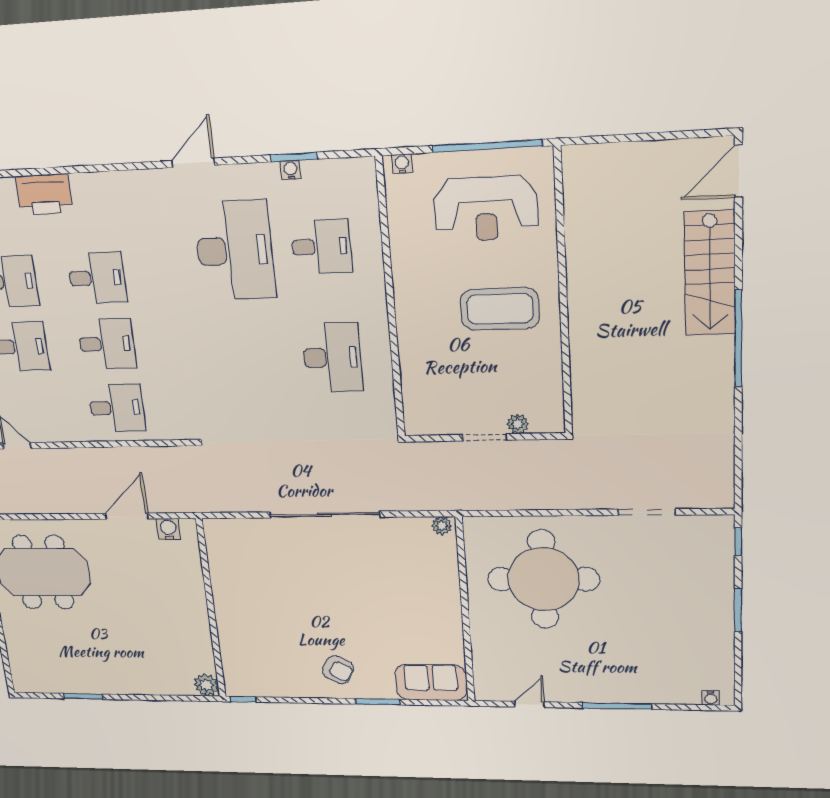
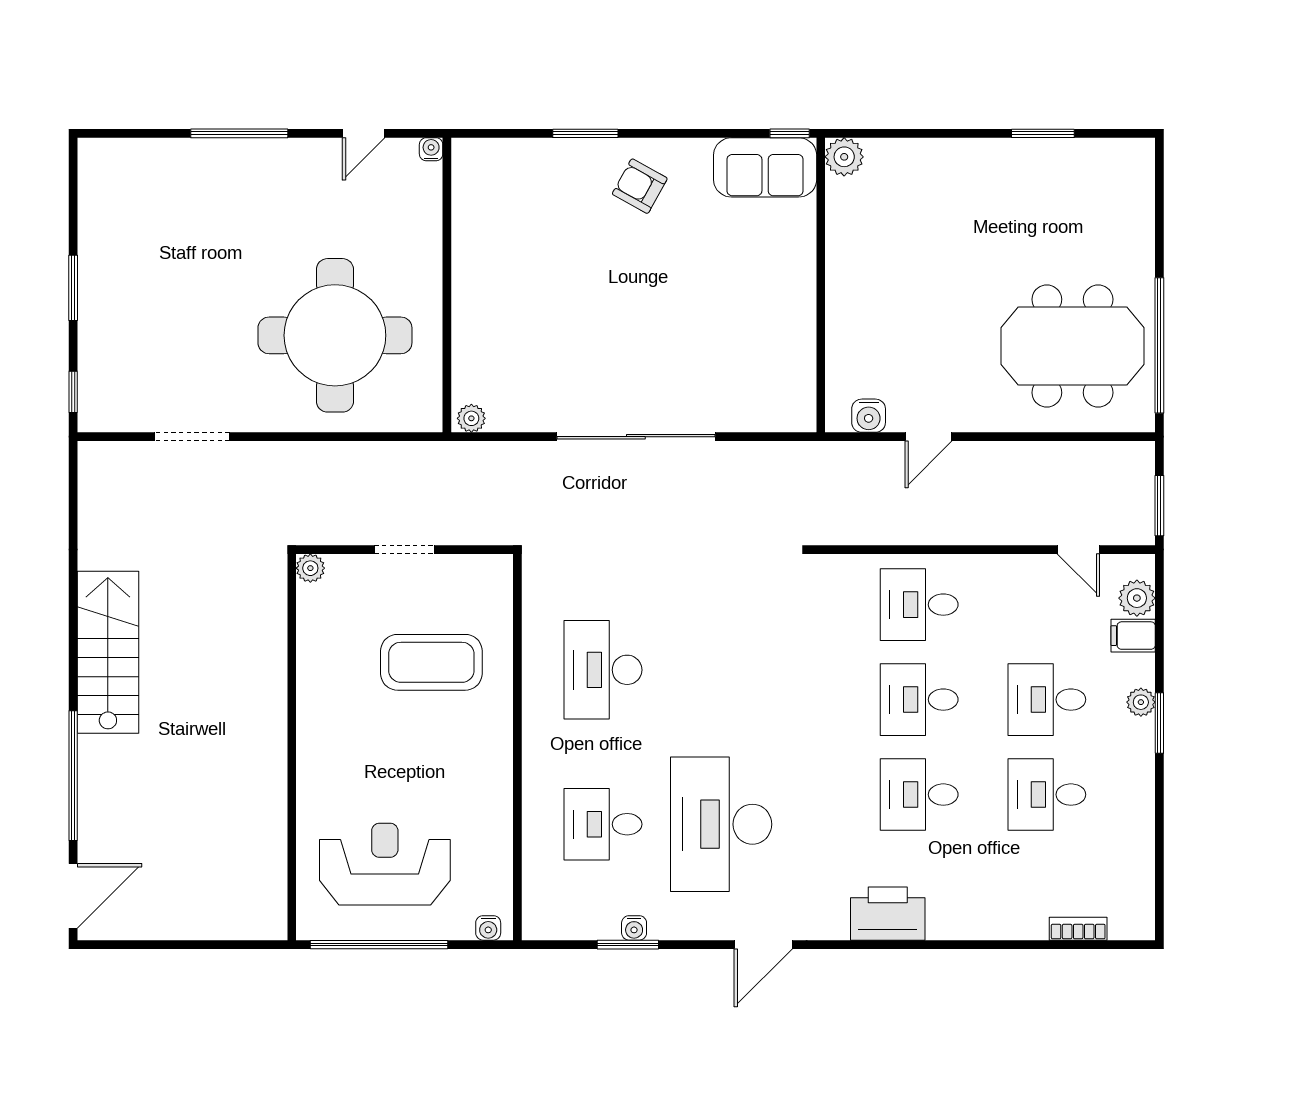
printer: (44, 194) -> (888, 914), moved
stairs: (710, 273) -> (108, 652), moved
coffee table: (500, 309) -> (431, 662), moved
window: (738, 339) -> (73, 776), moved
plant: (518, 424) -> (310, 568), moved
door: (127, 516) -> (929, 437), width x0.73
sofa: (431, 682) -> (765, 167), moved
water cooler: (711, 698) -> (431, 149), moved

